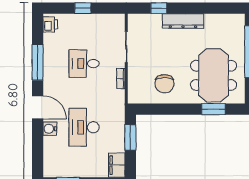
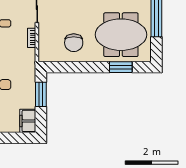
meeting table: (214, 75) -> (121, 35), turned 90

